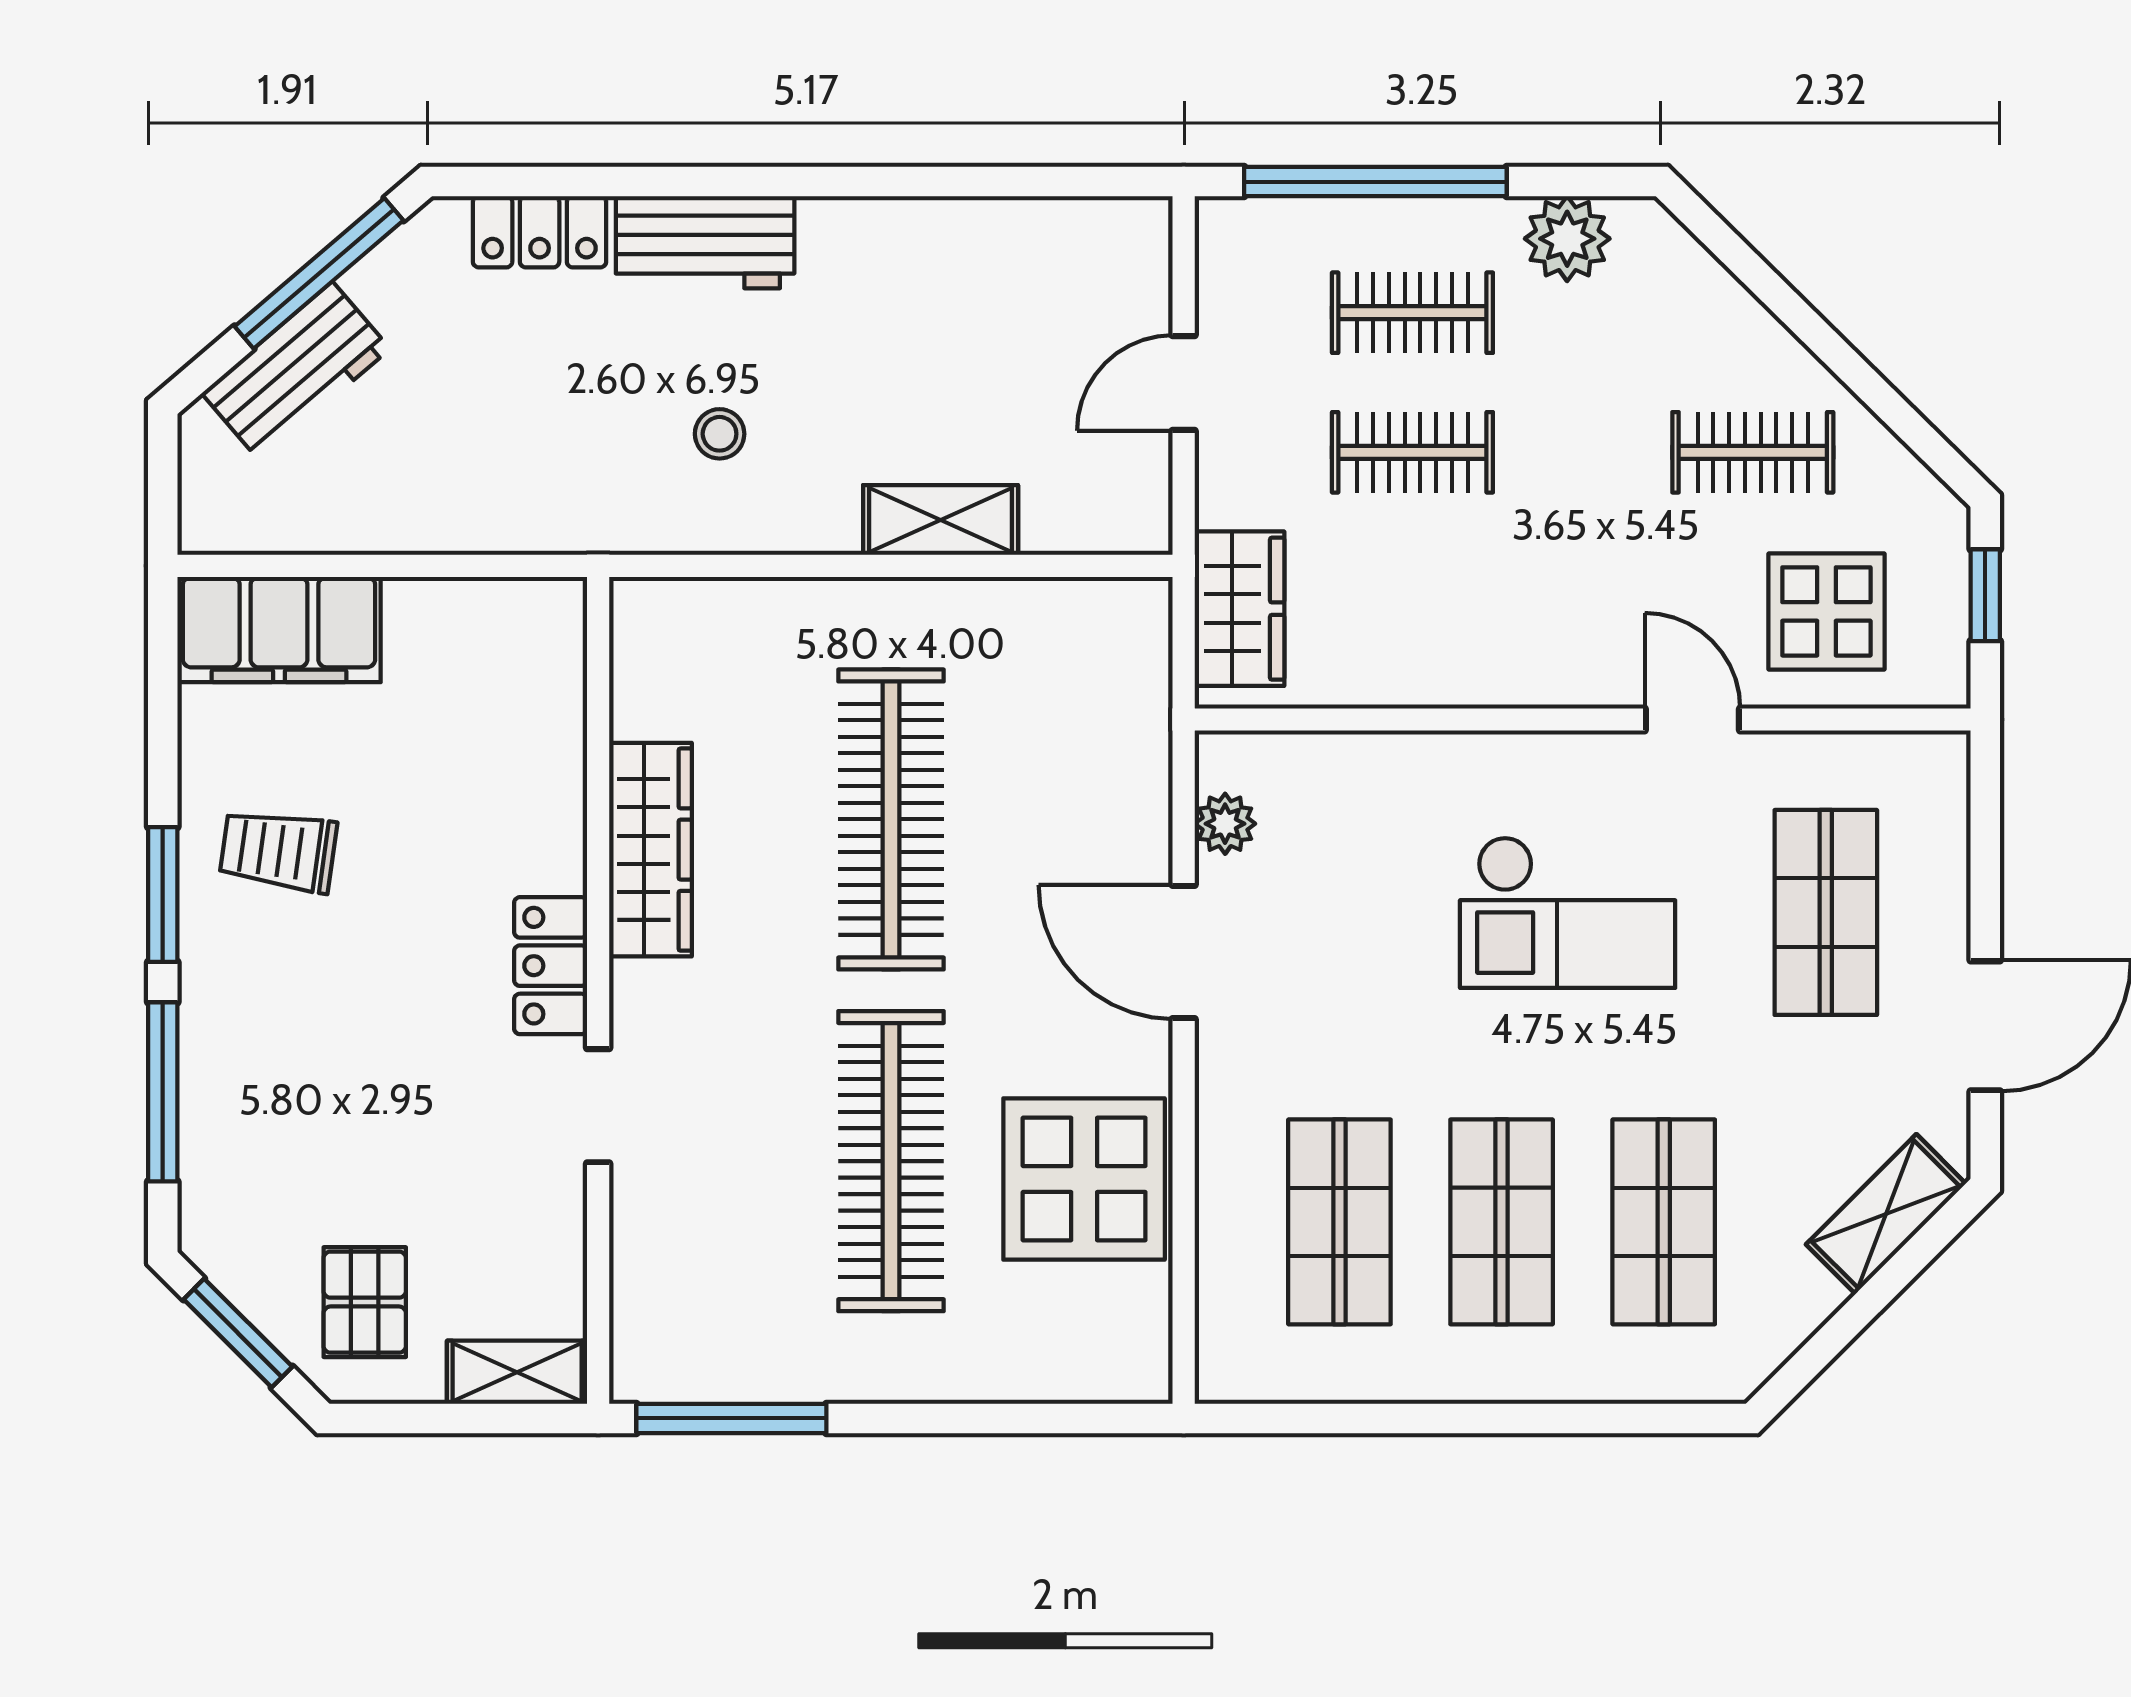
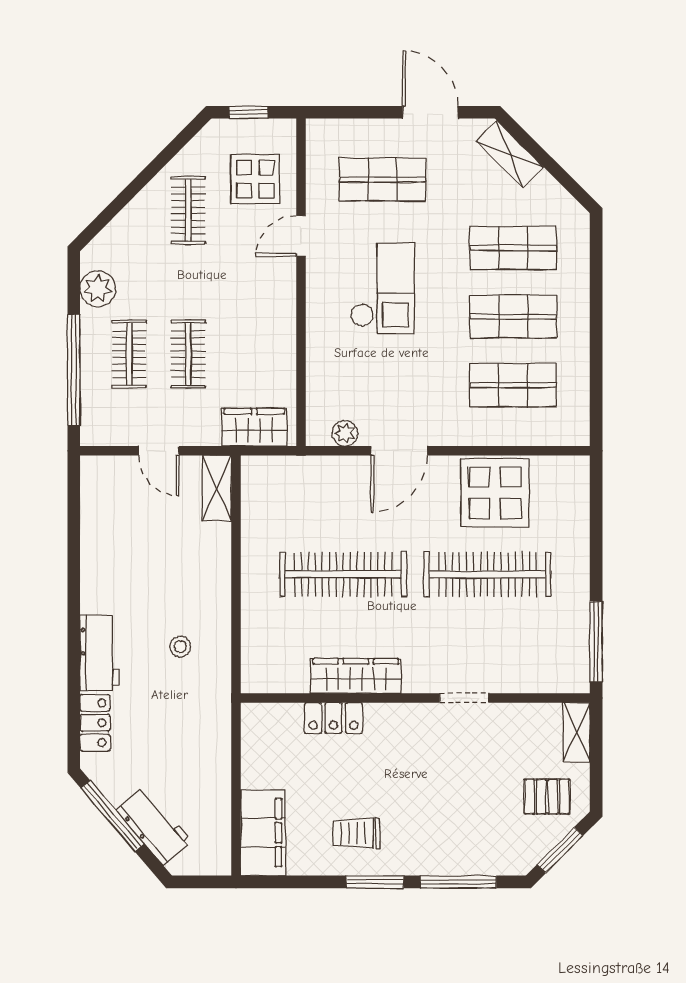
shelving: (941, 520) -> (217, 488), moved
trolley: (278, 851) -> (356, 833), turned 82
locker: (551, 966) -> (333, 718), moved

